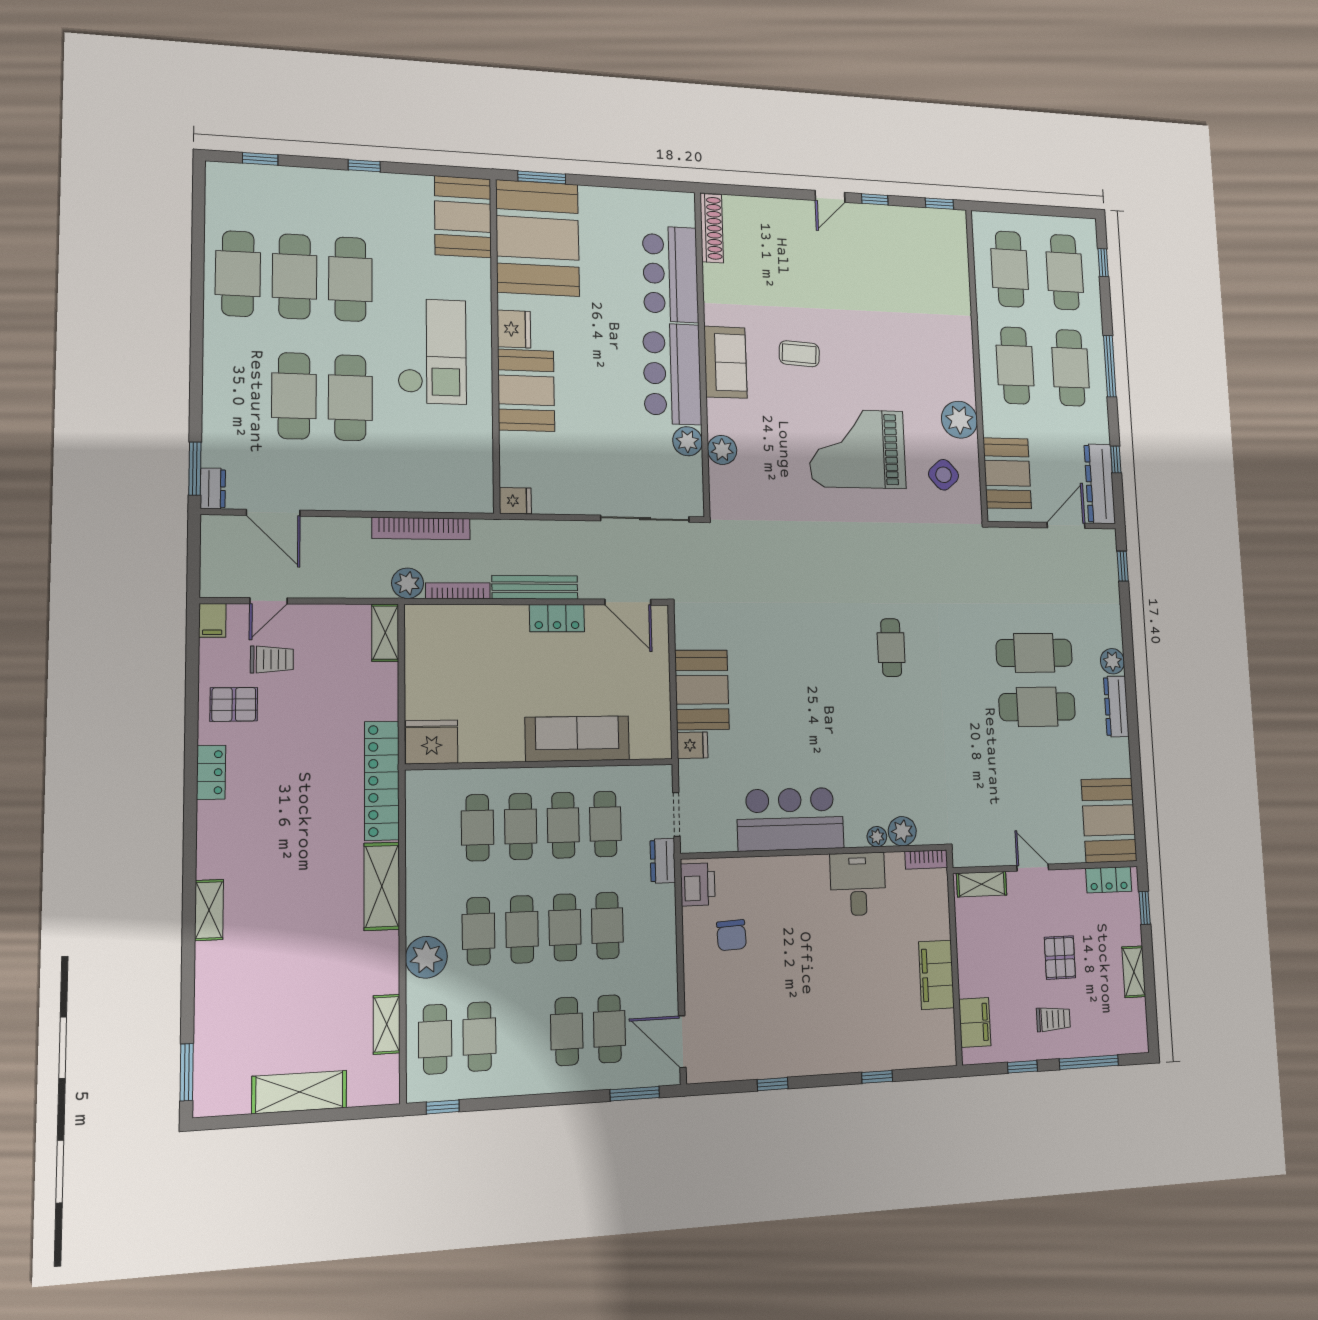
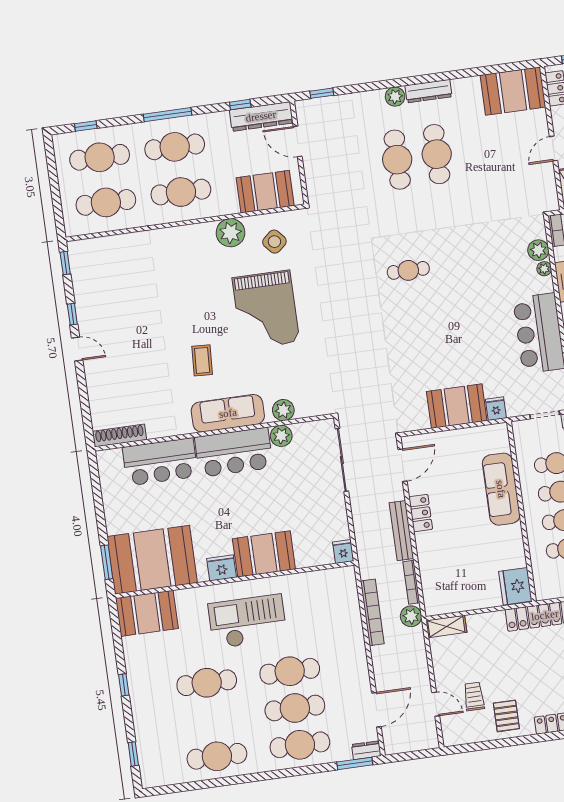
cafe table: (295, 276) -> (300, 745), moved
sofa: (725, 362) -> (228, 413), width x1.36
filing cabinet: (212, 620) -> (454, 737), removed

